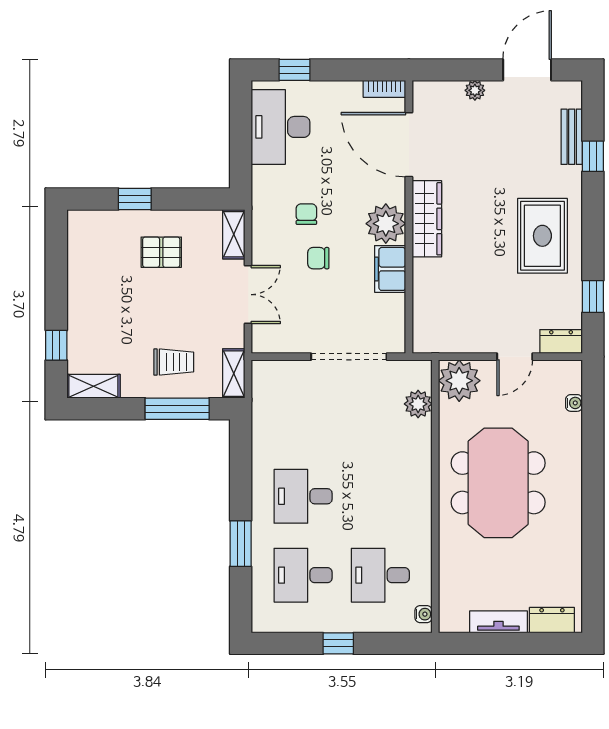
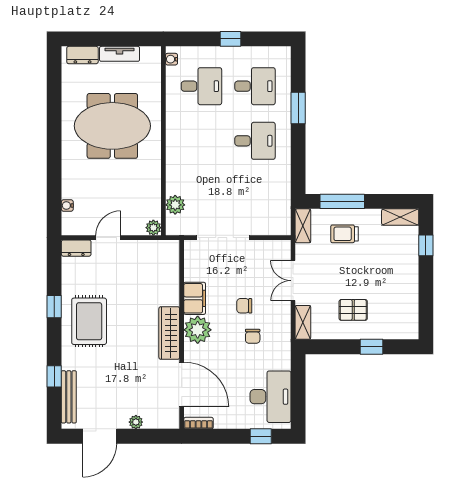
bench: (572, 137) -> (69, 397), width x1.36
chair: (318, 258) -> (244, 306), turned 180
window: (593, 296) -> (54, 307), moved
plant: (459, 381) -> (153, 228), width x0.53, depth x0.53
meeting table: (498, 483) -> (112, 126), moved, turned 90

